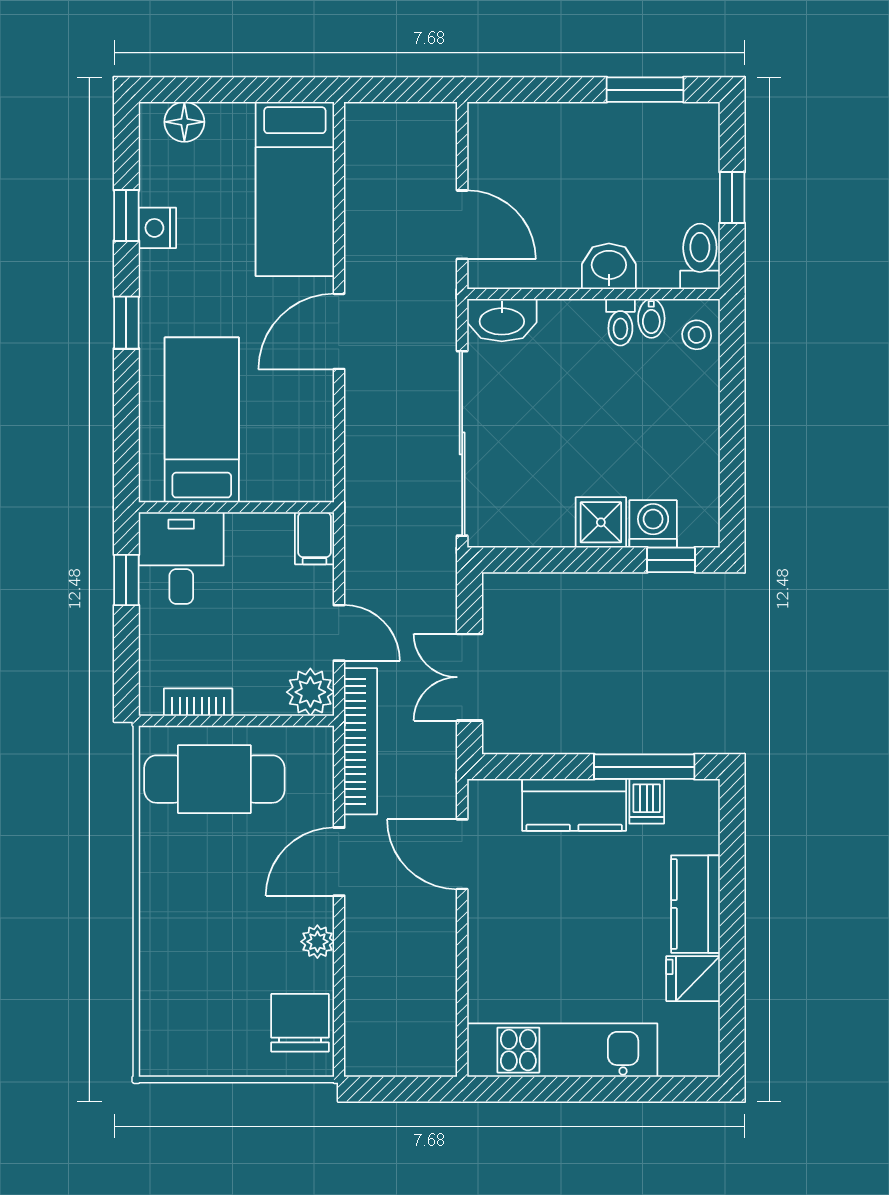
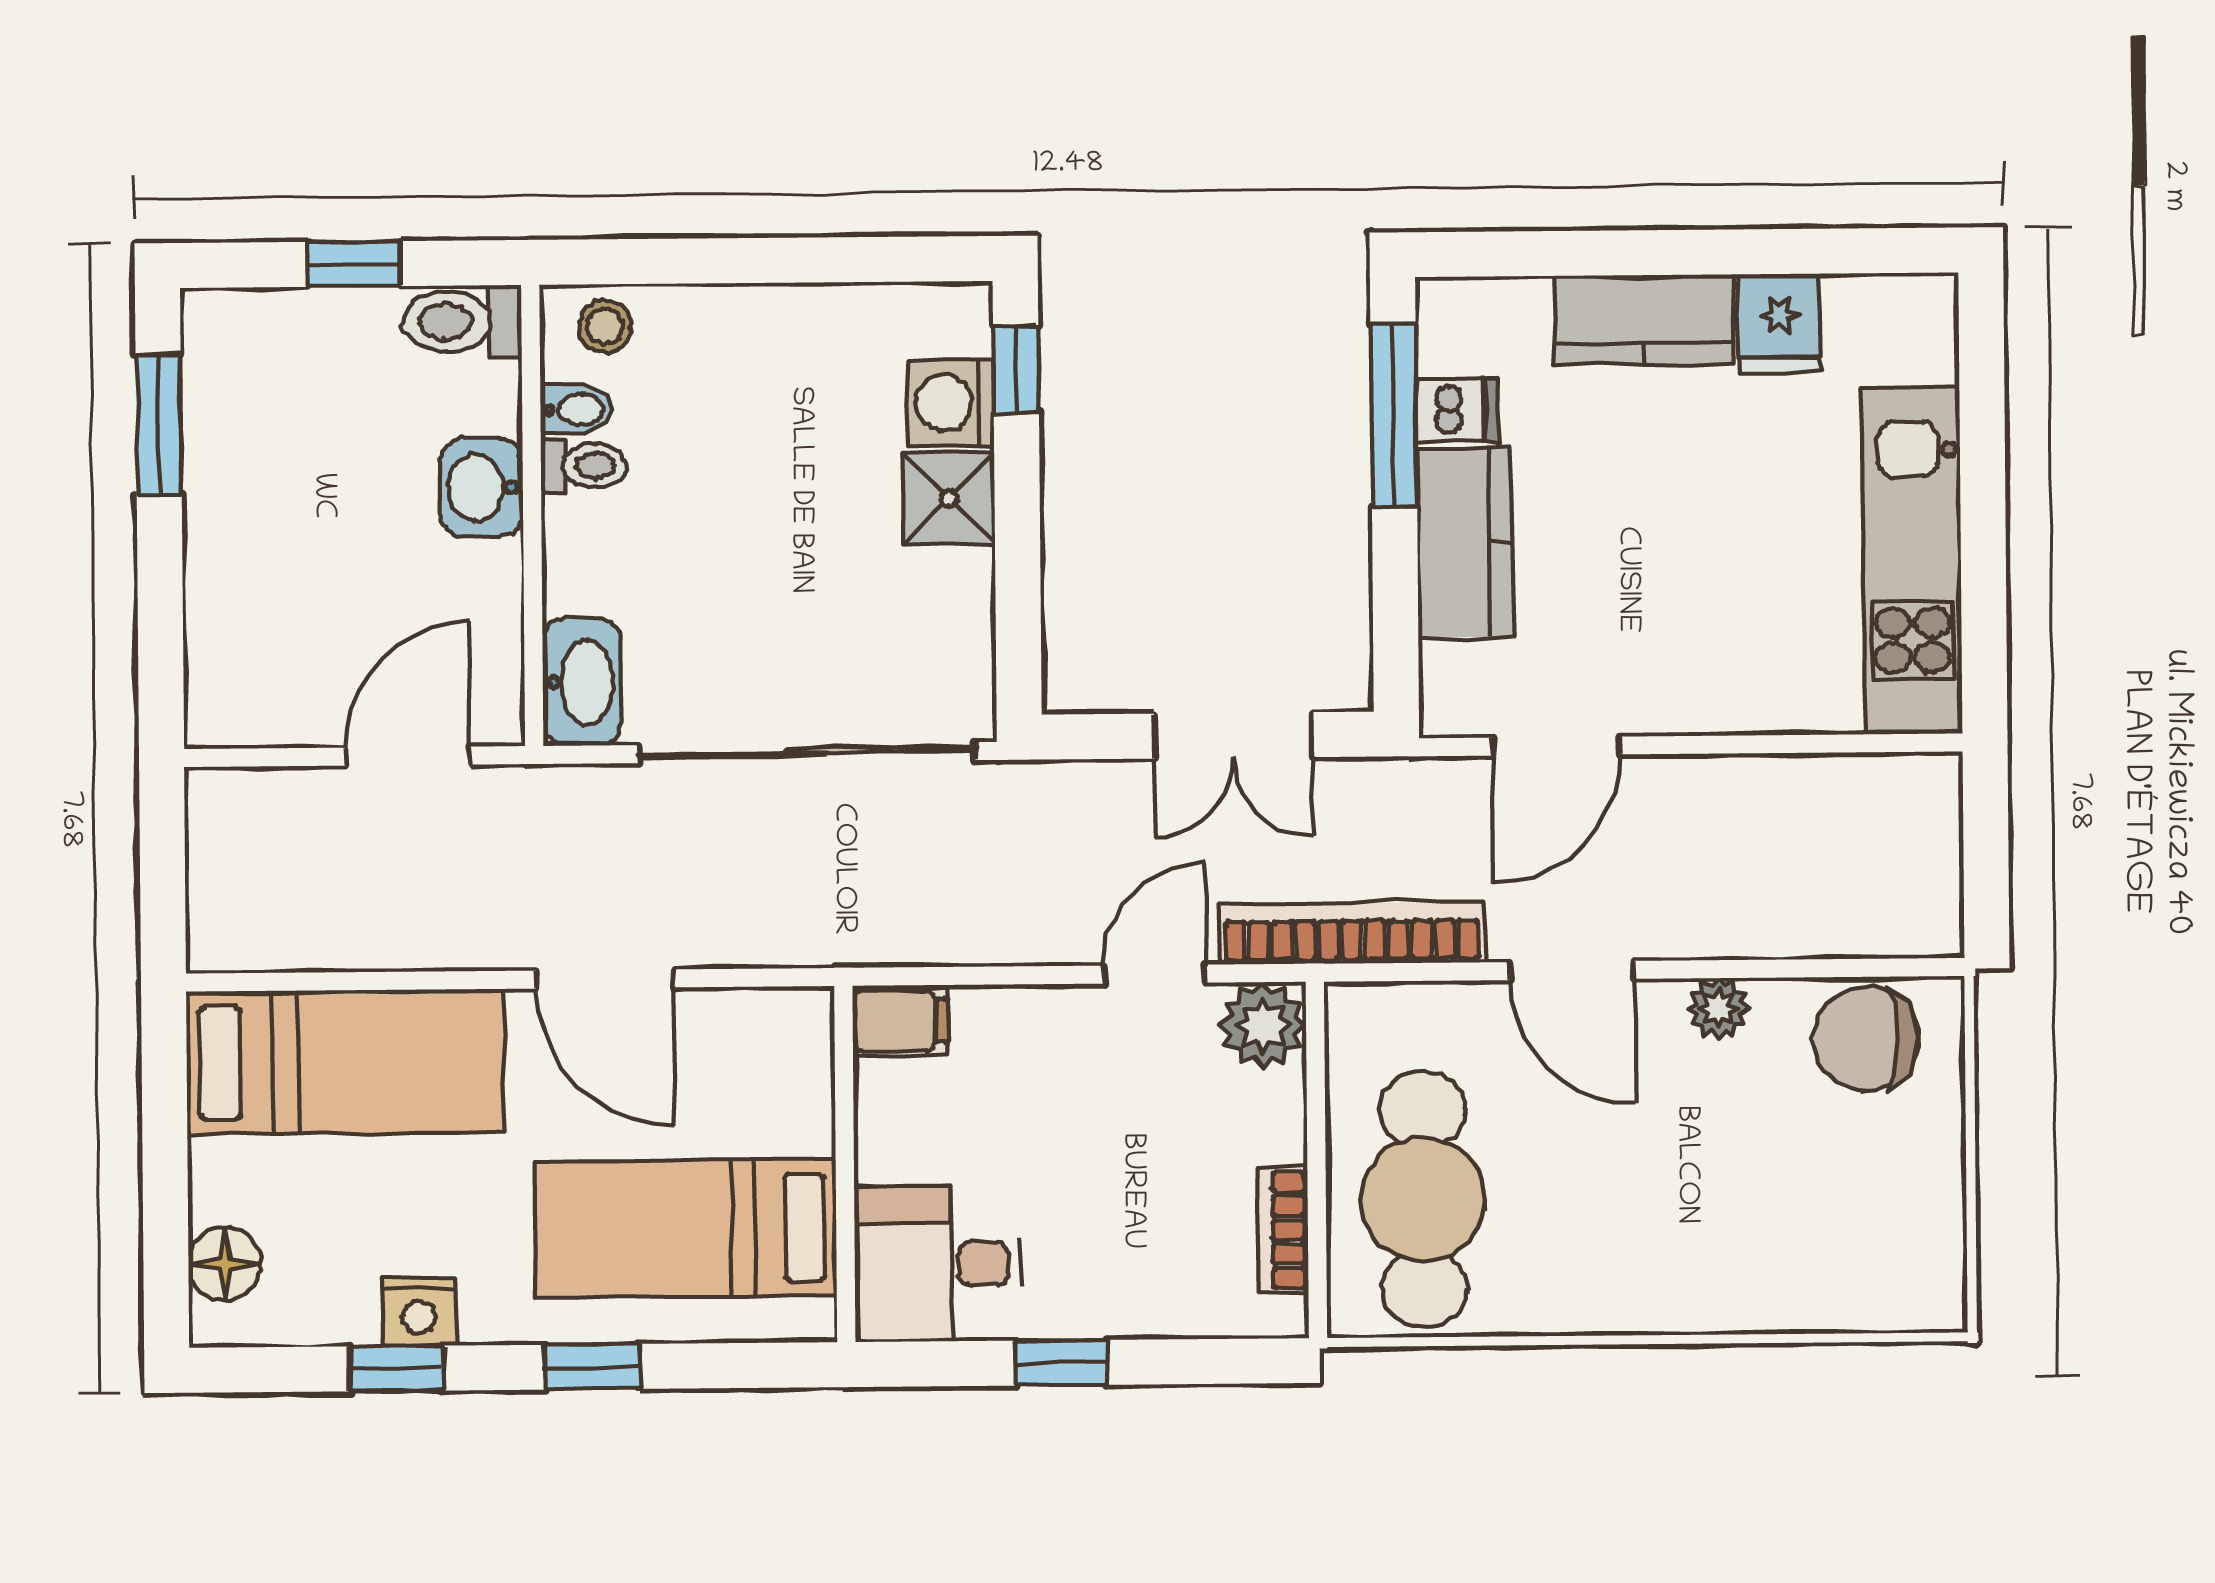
bed: (202, 420) -> (686, 1229), moved
wall: (236, 507) -> (845, 1164), moved
filing cabinet: (315, 538) -> (900, 1021), moved
desk: (181, 558) -> (938, 1264), moved

